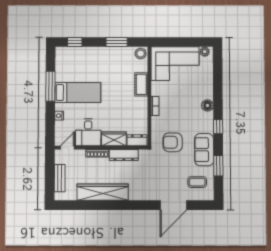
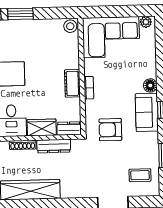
window: (117, 42) -> (20, 14), moved
cot: (141, 84) -> (72, 83), moved
sofa: (204, 150) -> (147, 112), moved

